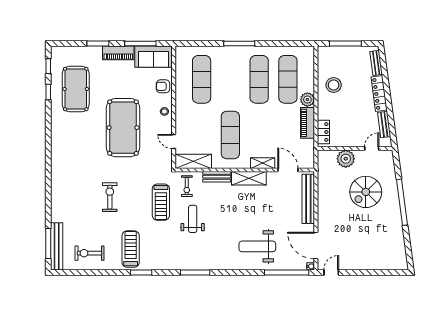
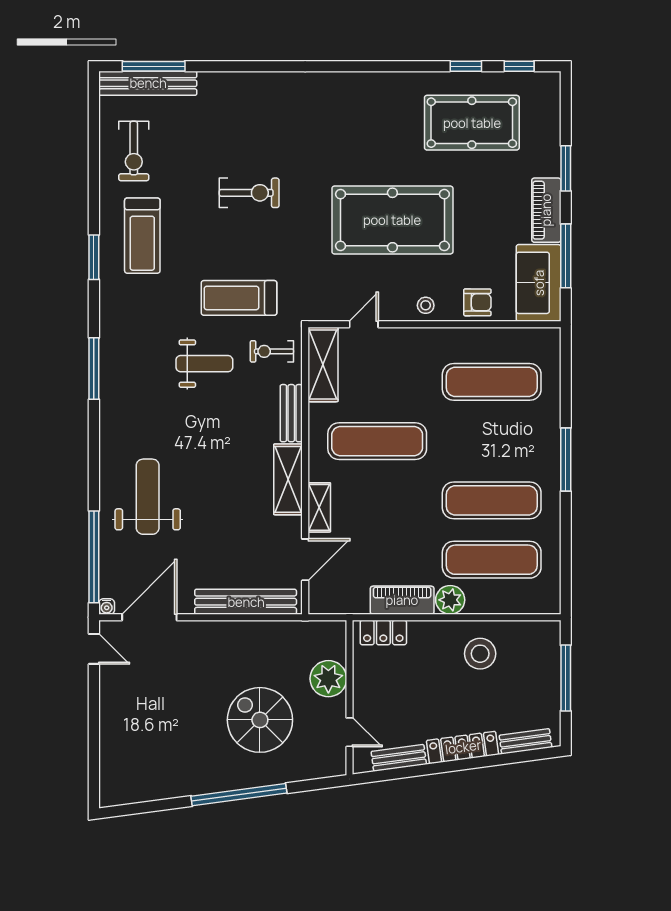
armchair: (163, 86) -> (477, 302), turned 90
treadmill: (131, 249) -> (142, 236), turned 90
exercise bike: (89, 253) -> (134, 151), turned 180

